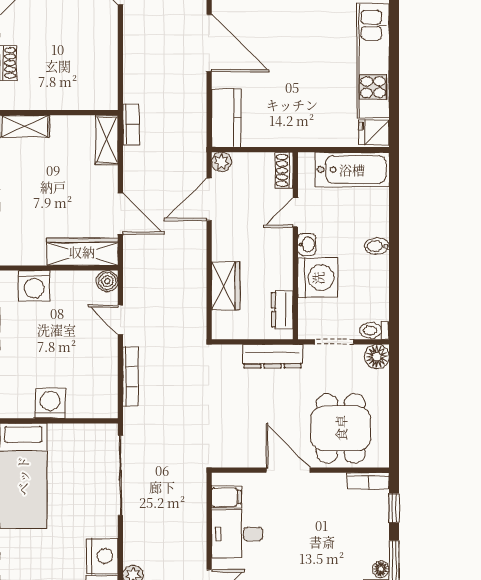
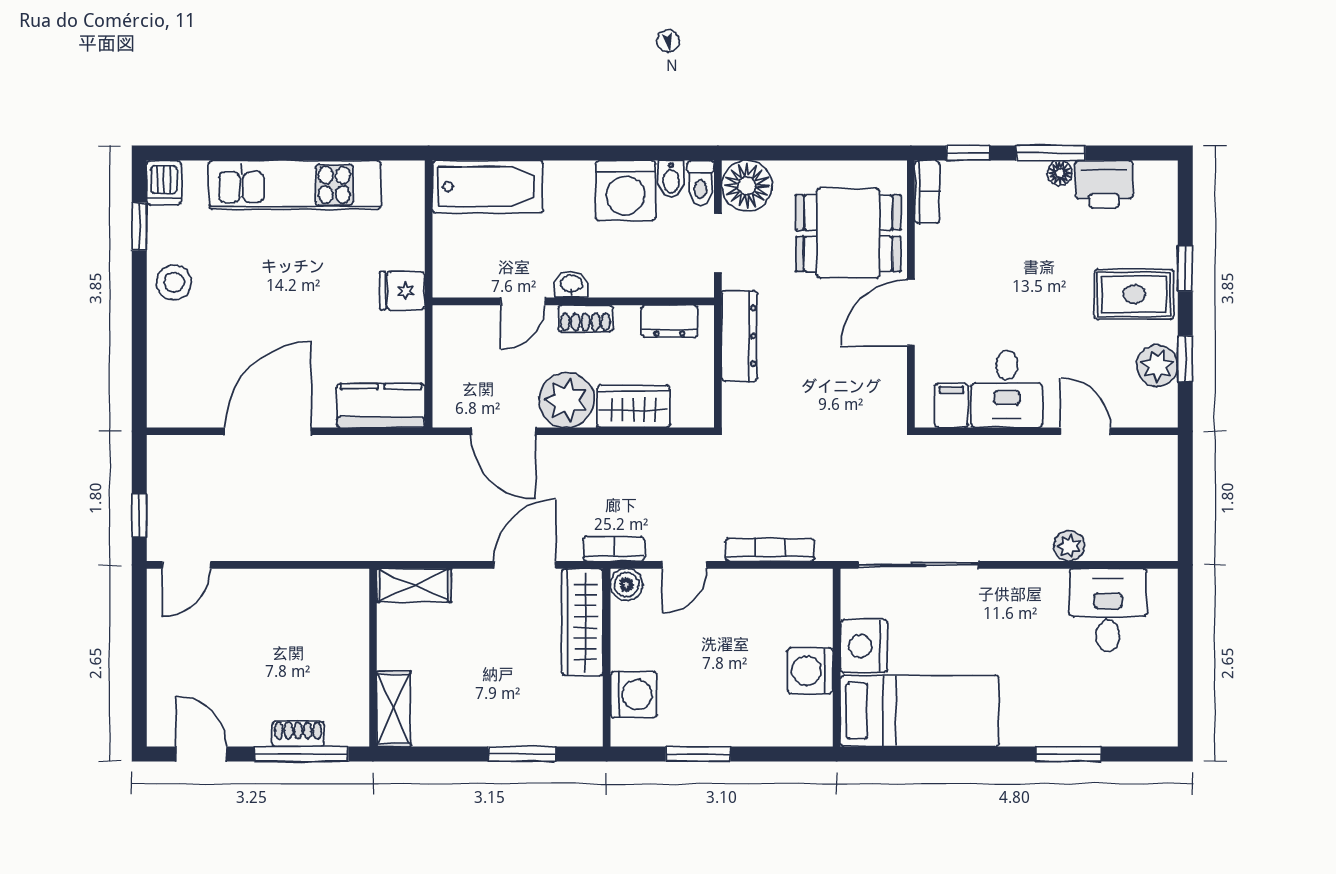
bookcase: (131, 124) -> (614, 549), moved
fridge: (374, 133) -> (402, 291), moved, turned 90
plant: (221, 162) -> (566, 400), moved, width x1.88, depth x1.88
shoe rack: (284, 170) -> (585, 319), moved
bathtub: (352, 170) -> (488, 187), moved, turned 90
door: (295, 212) -> (523, 301), hinge flipped
bidet: (377, 246) -> (671, 179), moved
washing machine: (318, 278) -> (625, 191), moved, turned 180
floor lamp: (377, 357) -> (747, 186), width x1.38, depth x1.38
nightstand: (102, 556) -> (864, 646), moved, turned -90

